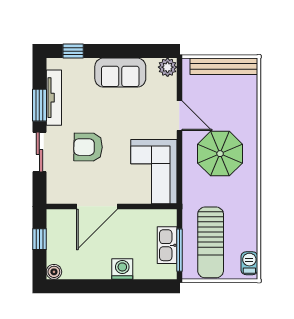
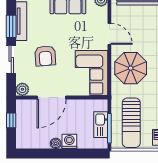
armchair: (88, 147) -> (45, 56), turned -95
parasol: (220, 154) -> (131, 68), moved
plant: (55, 195) -> (22, 89), added
boiler: (54, 272) -> (56, 143), moved

